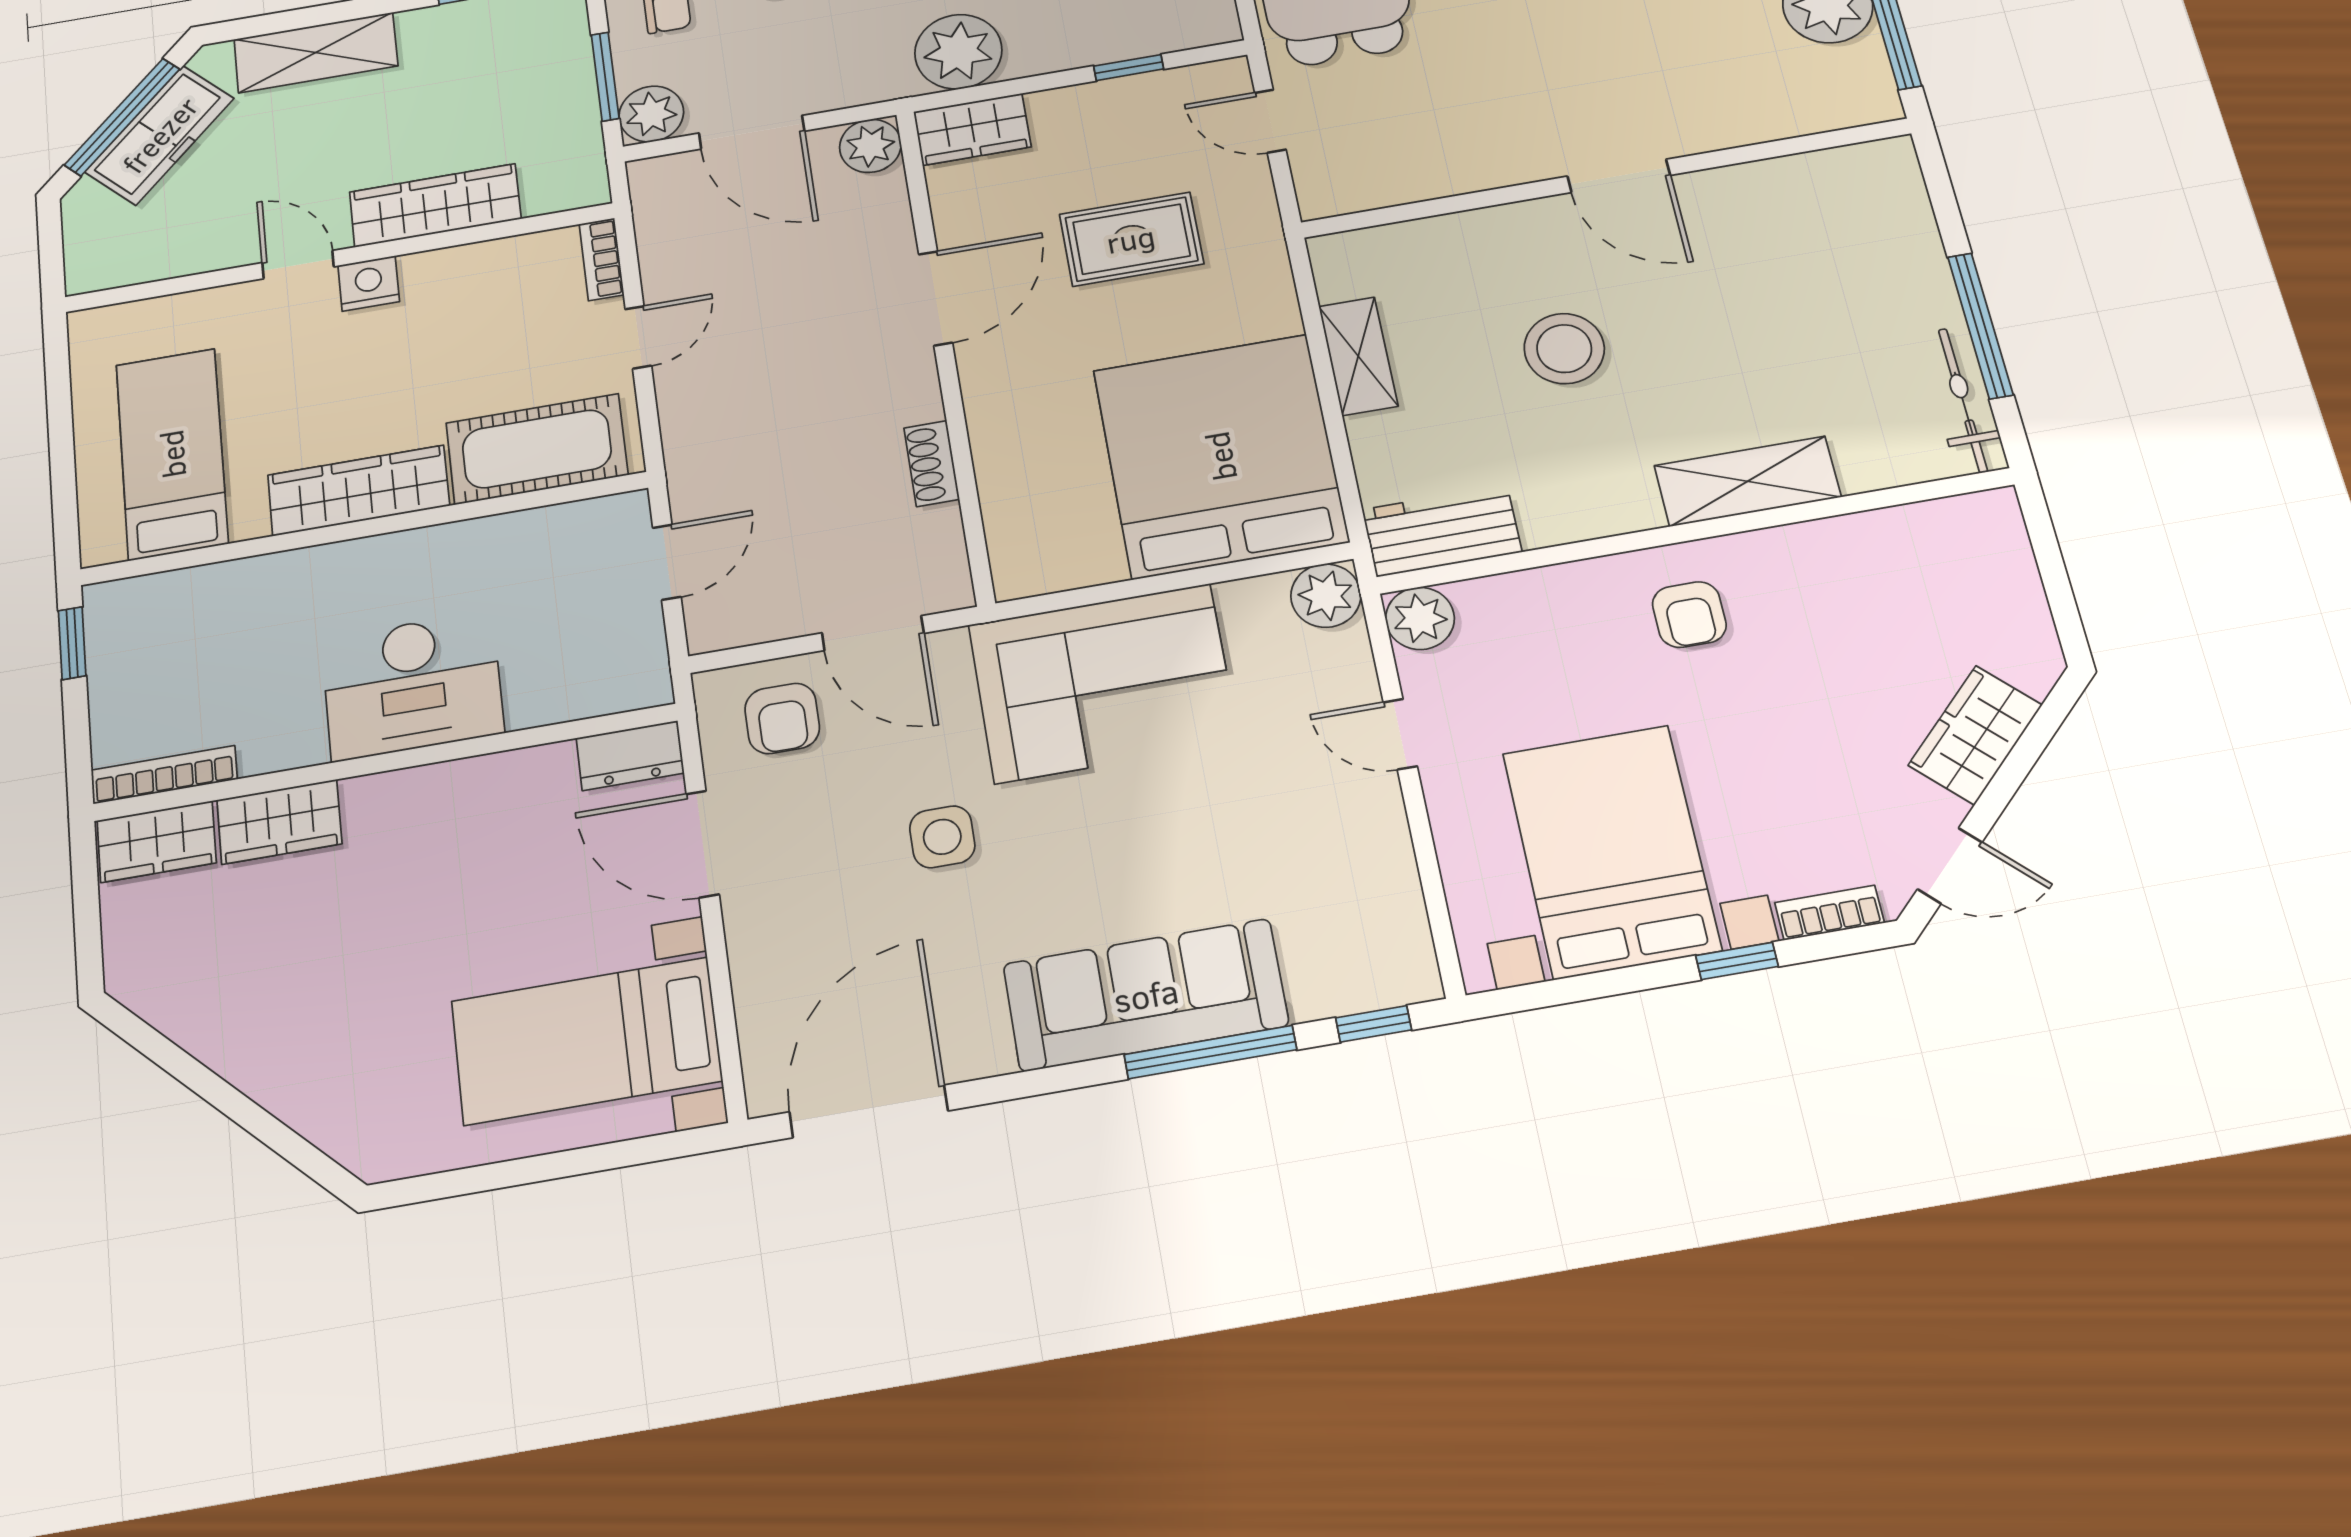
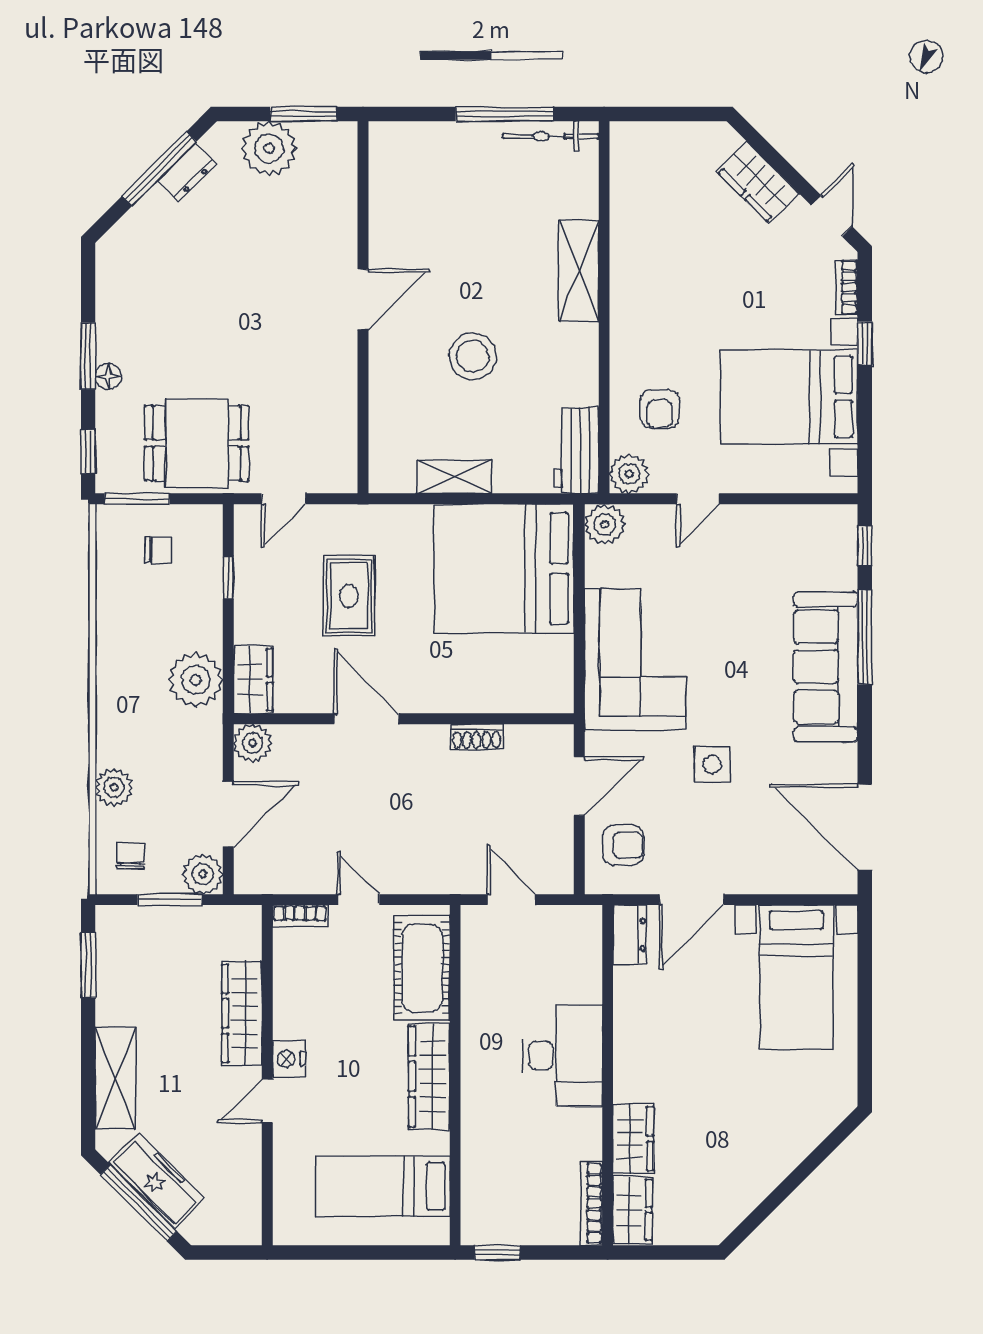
armchair: (1689, 615) -> (660, 409), moved, turned 90

